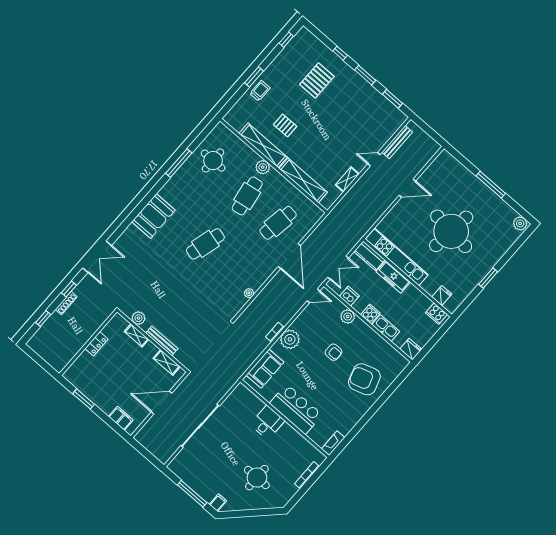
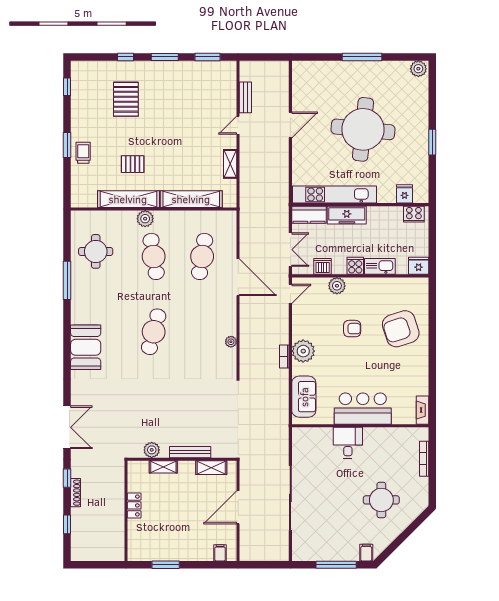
bench: (397, 142) -> (245, 97), width x0.73
filing cabinet: (121, 418) -> (220, 553), width x0.50

